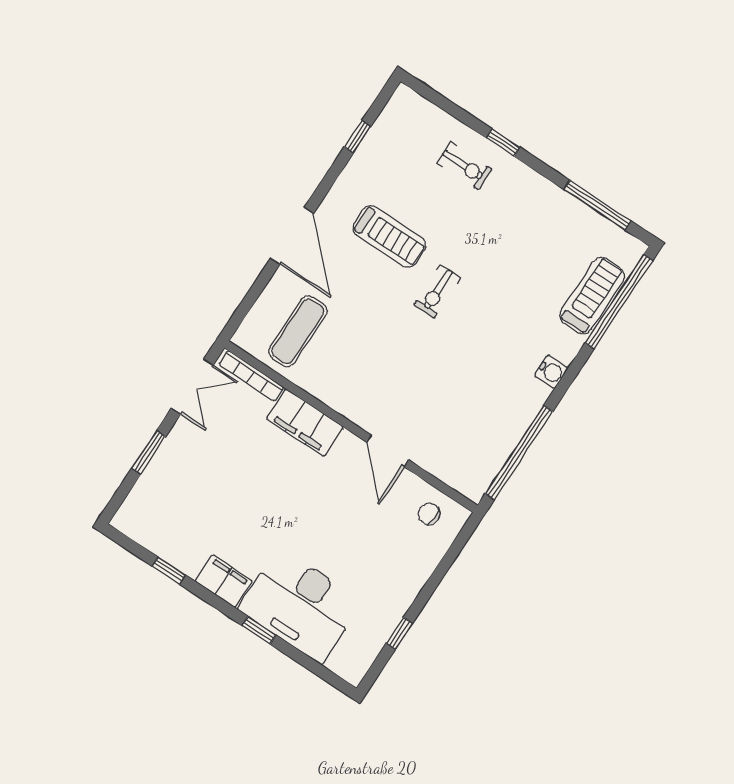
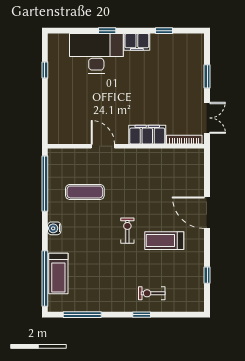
exercise mat: (298, 331) -> (85, 192), moved, turned 90
double door: (192, 387) -> (207, 118), swing flipped
chair: (429, 514) -> (66, 131), removed

